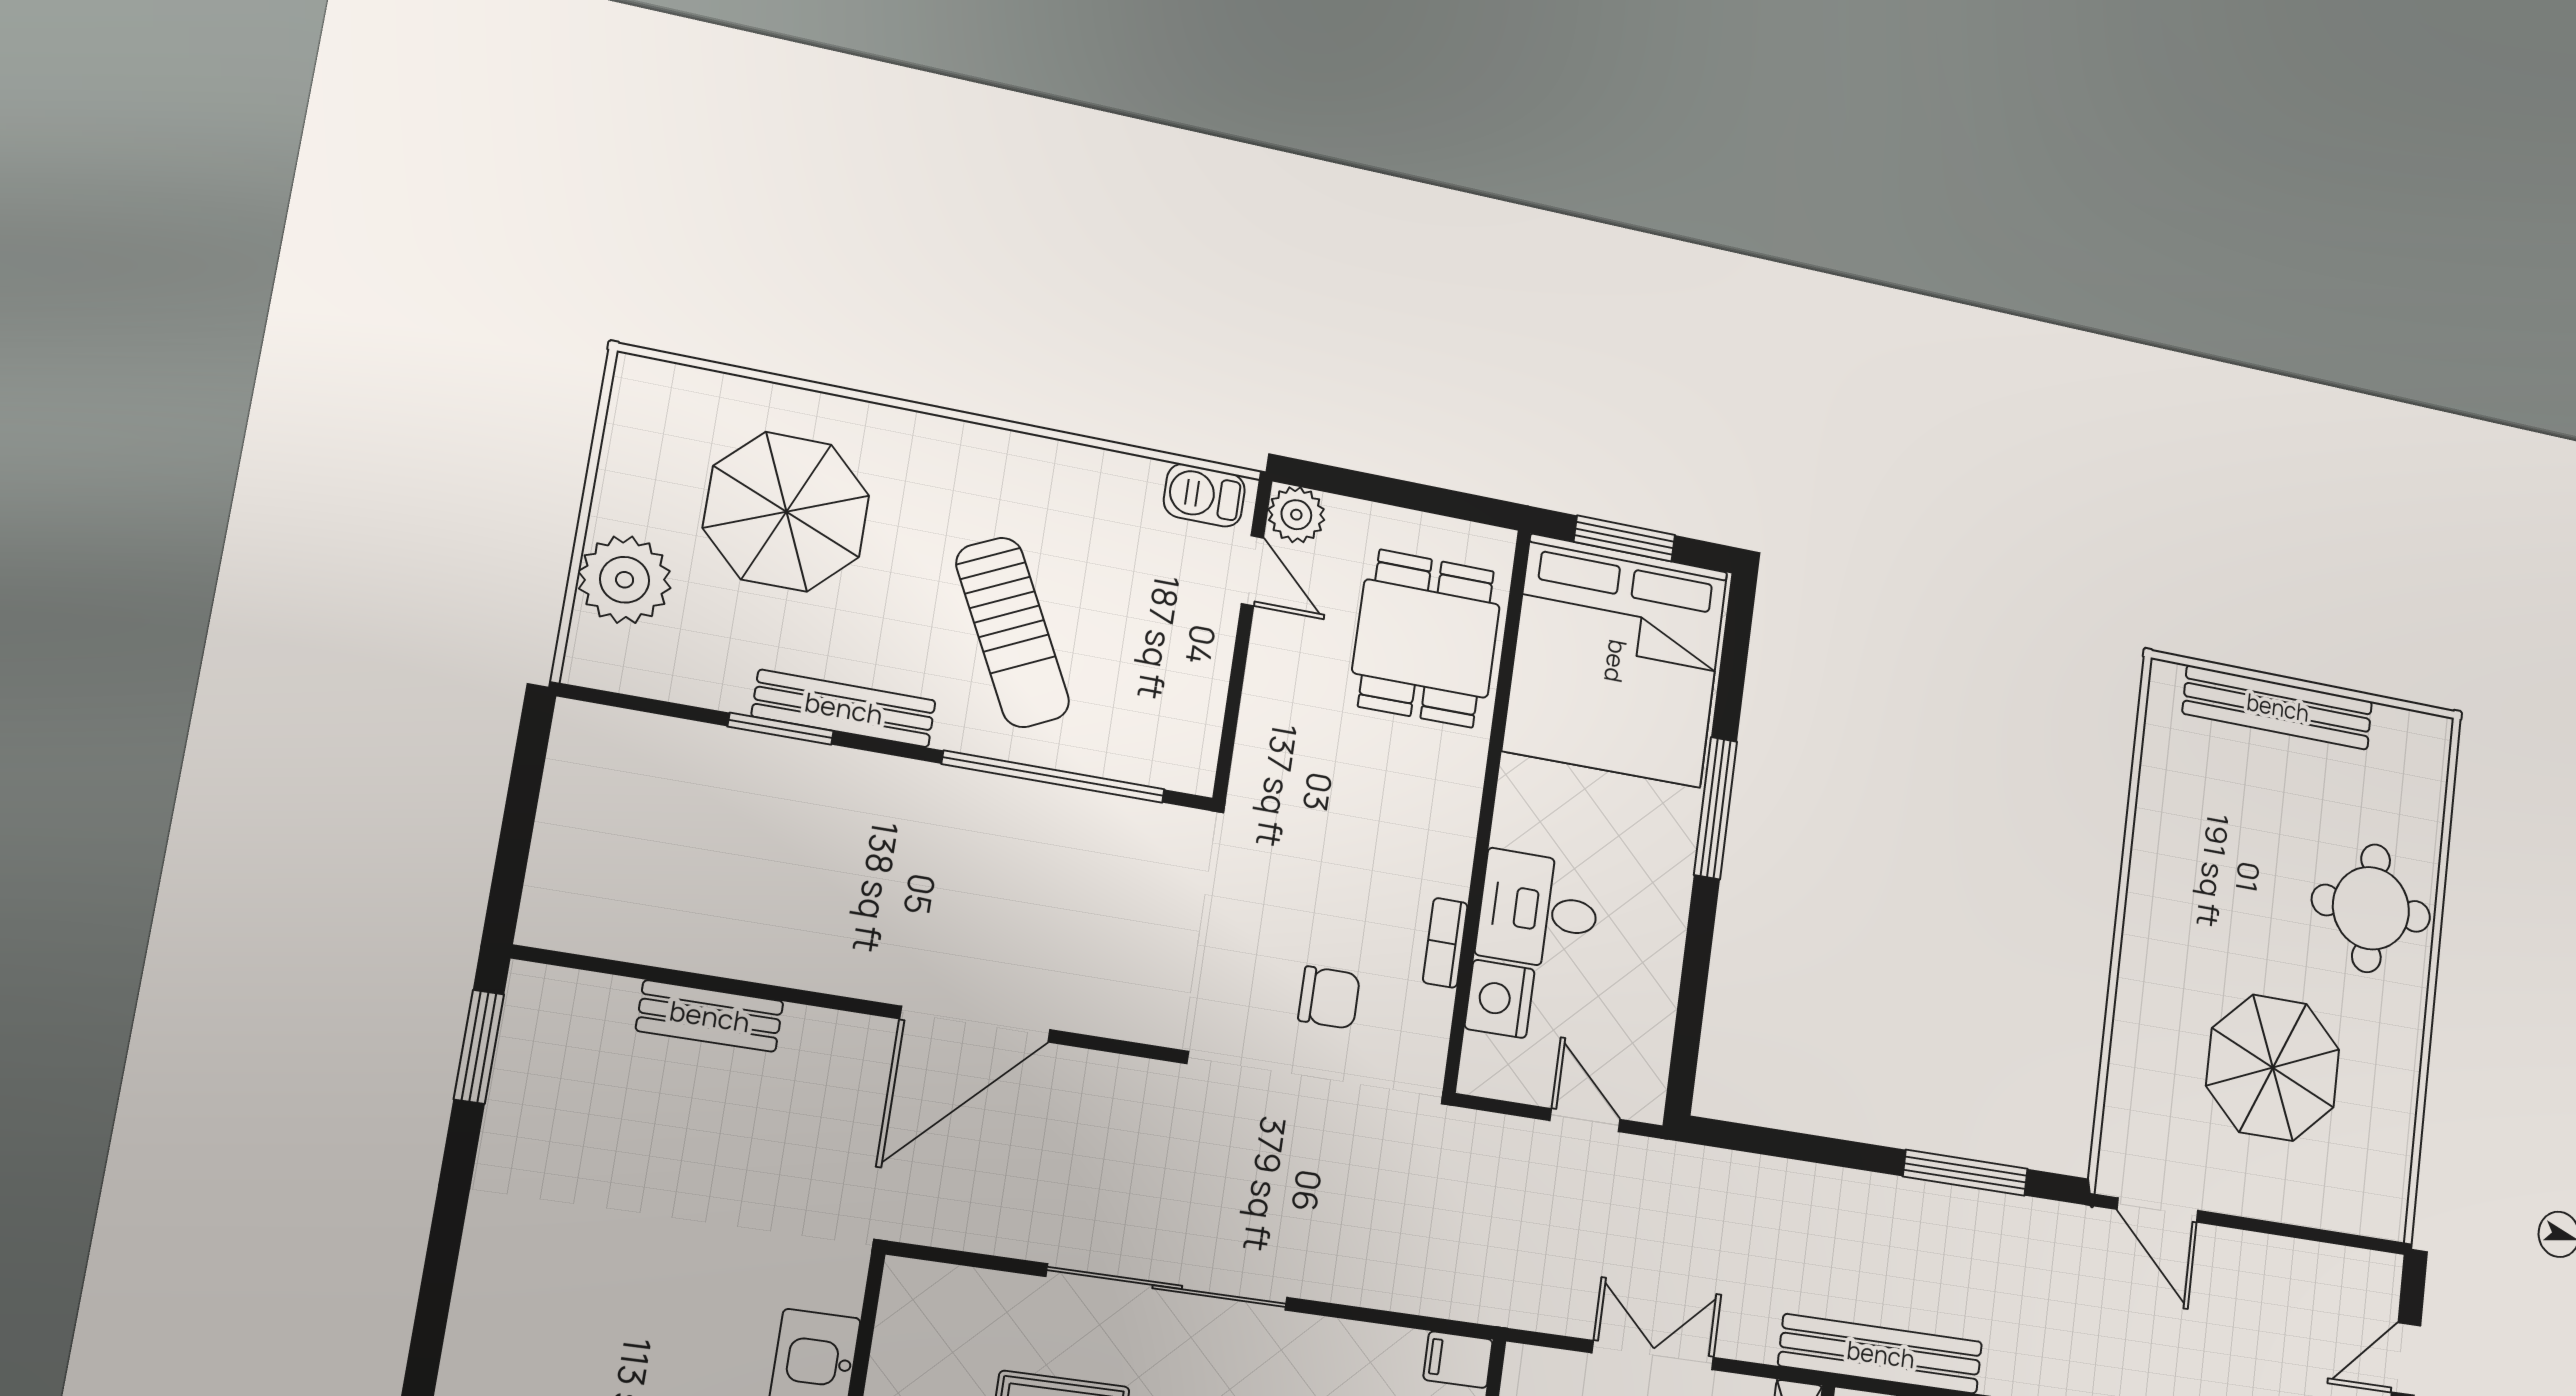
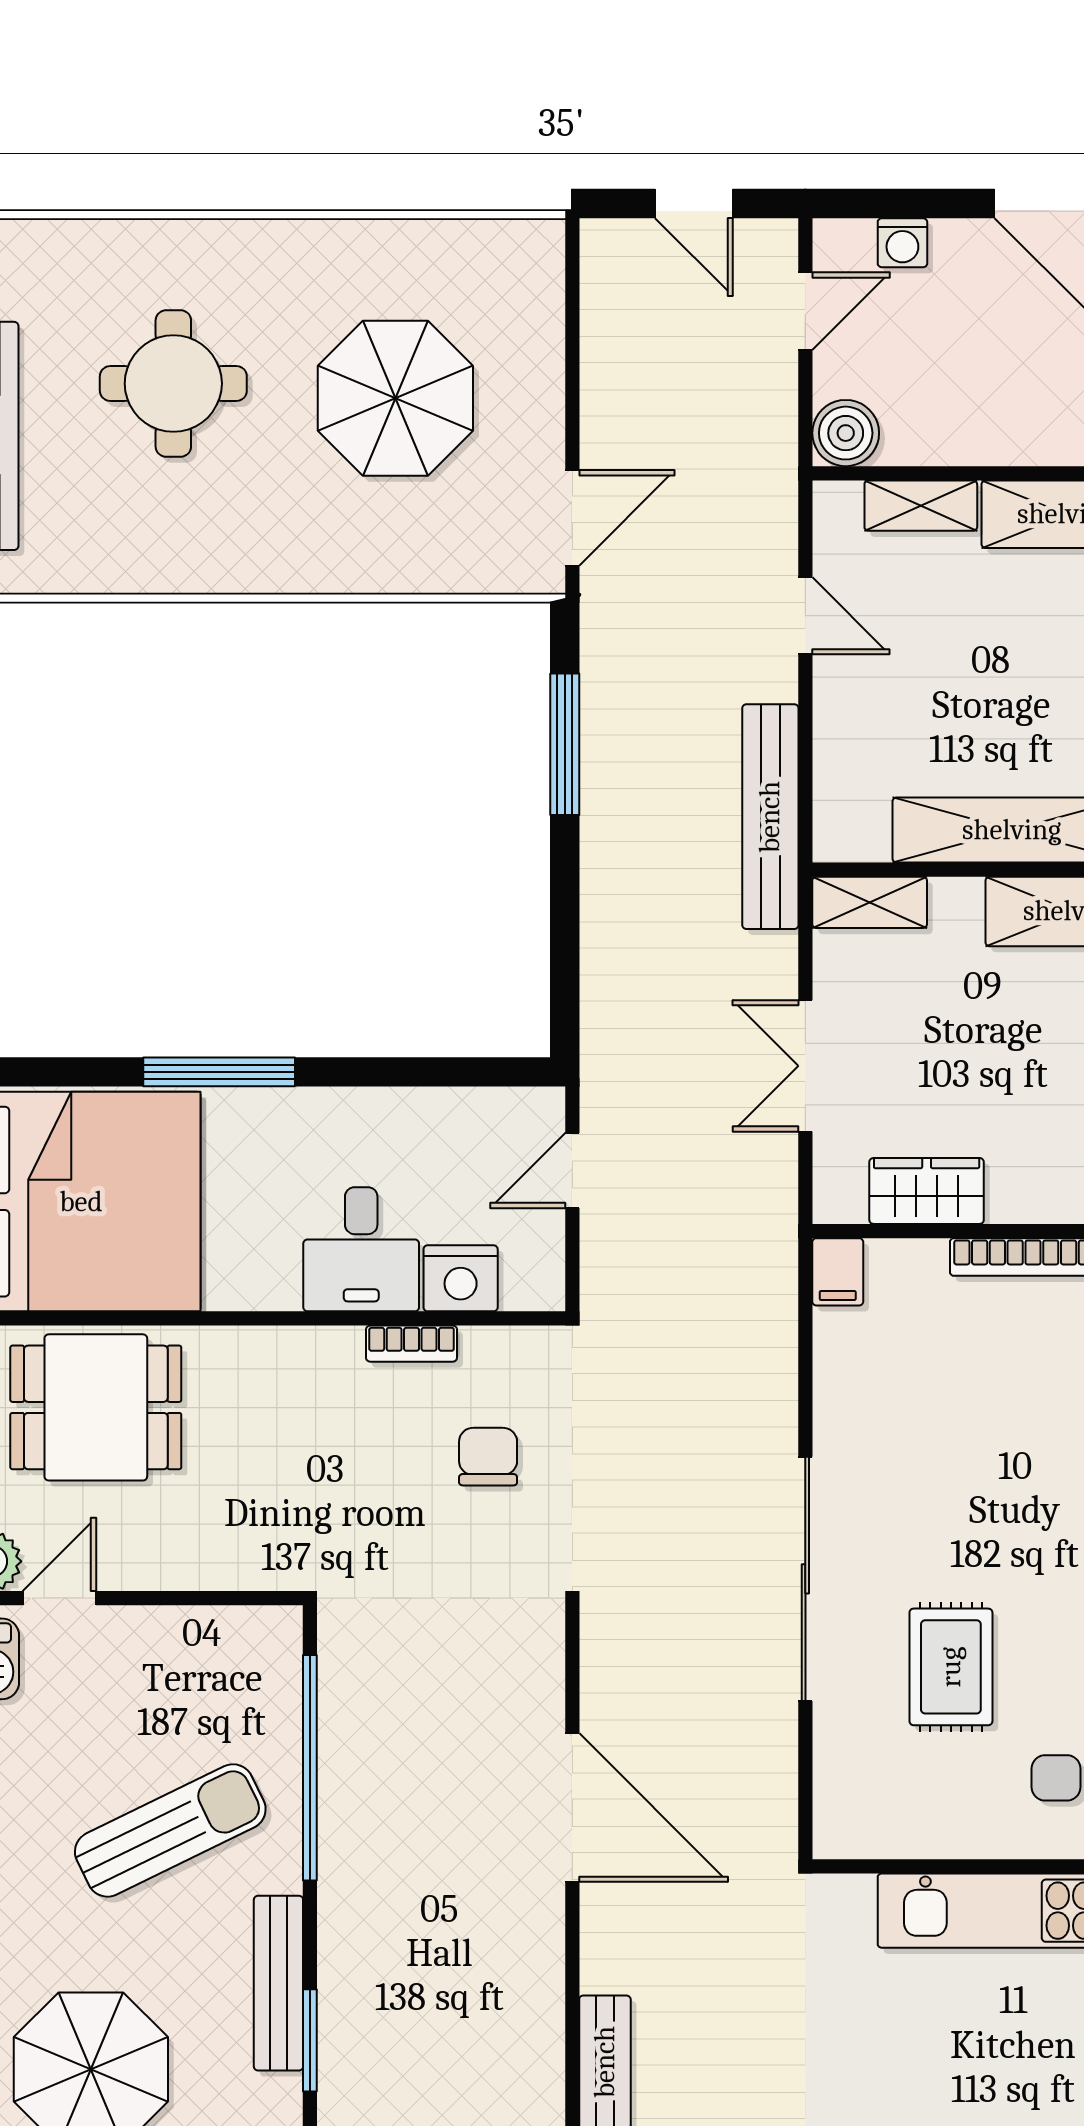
round table: (2371, 908) -> (173, 384), moved

